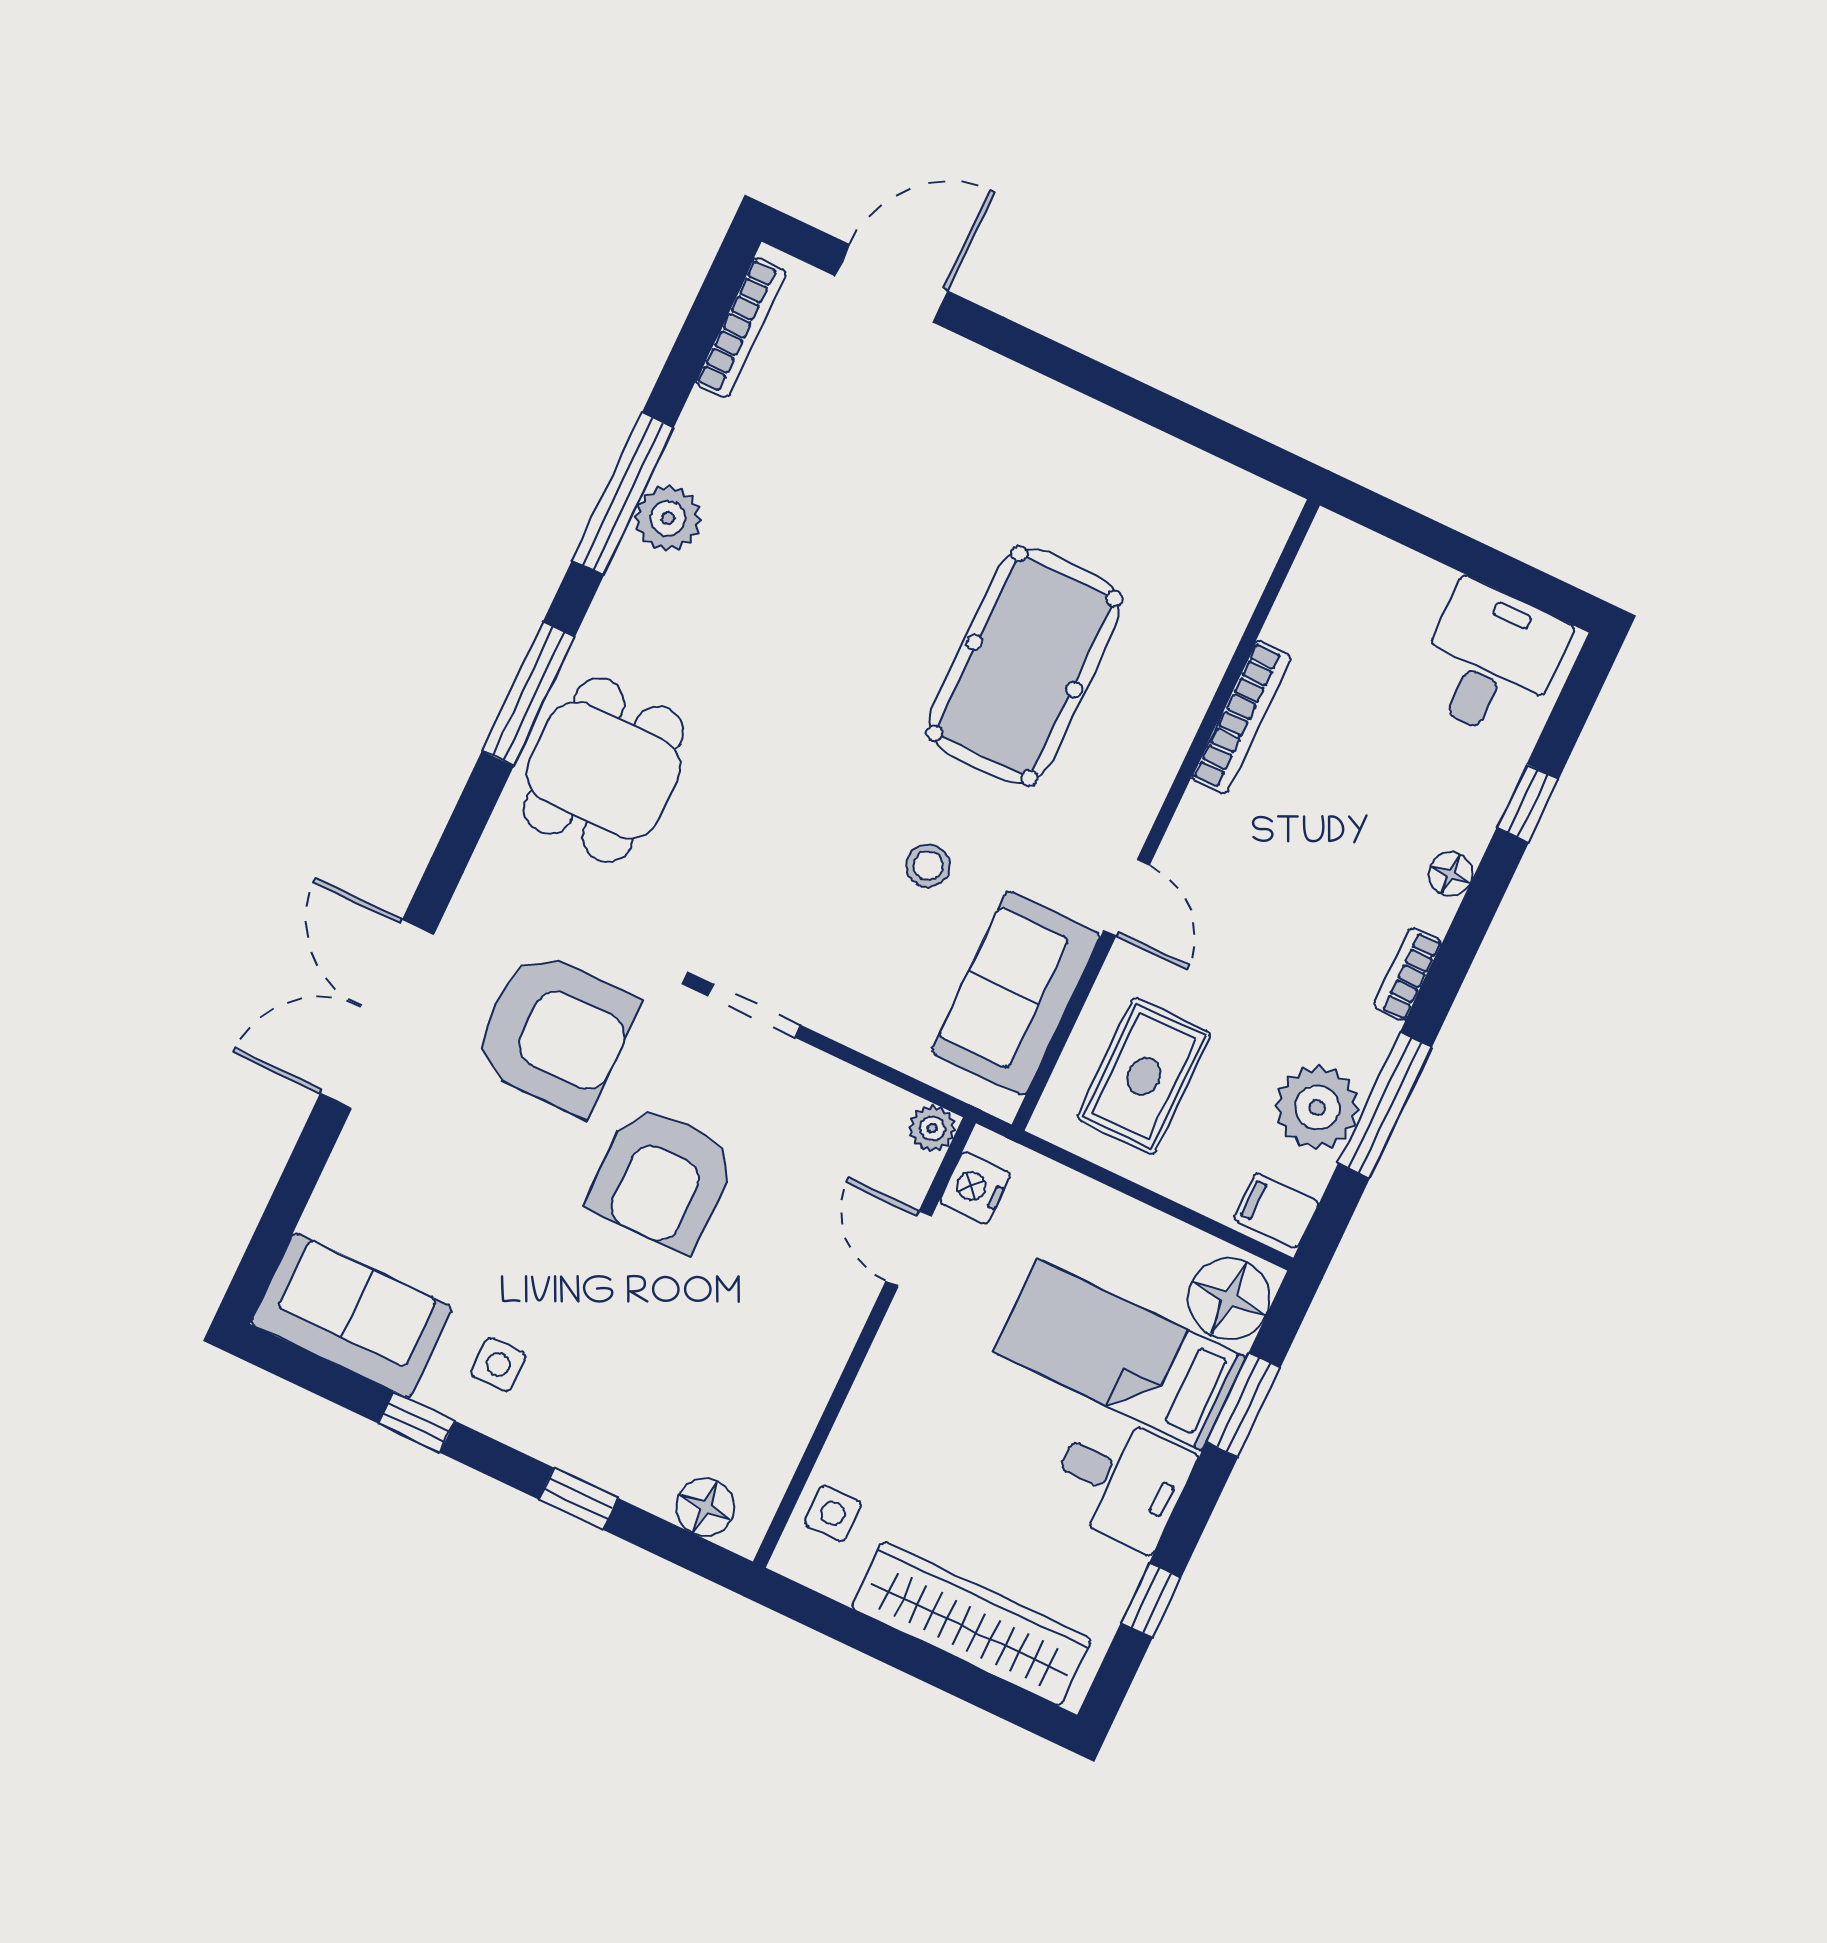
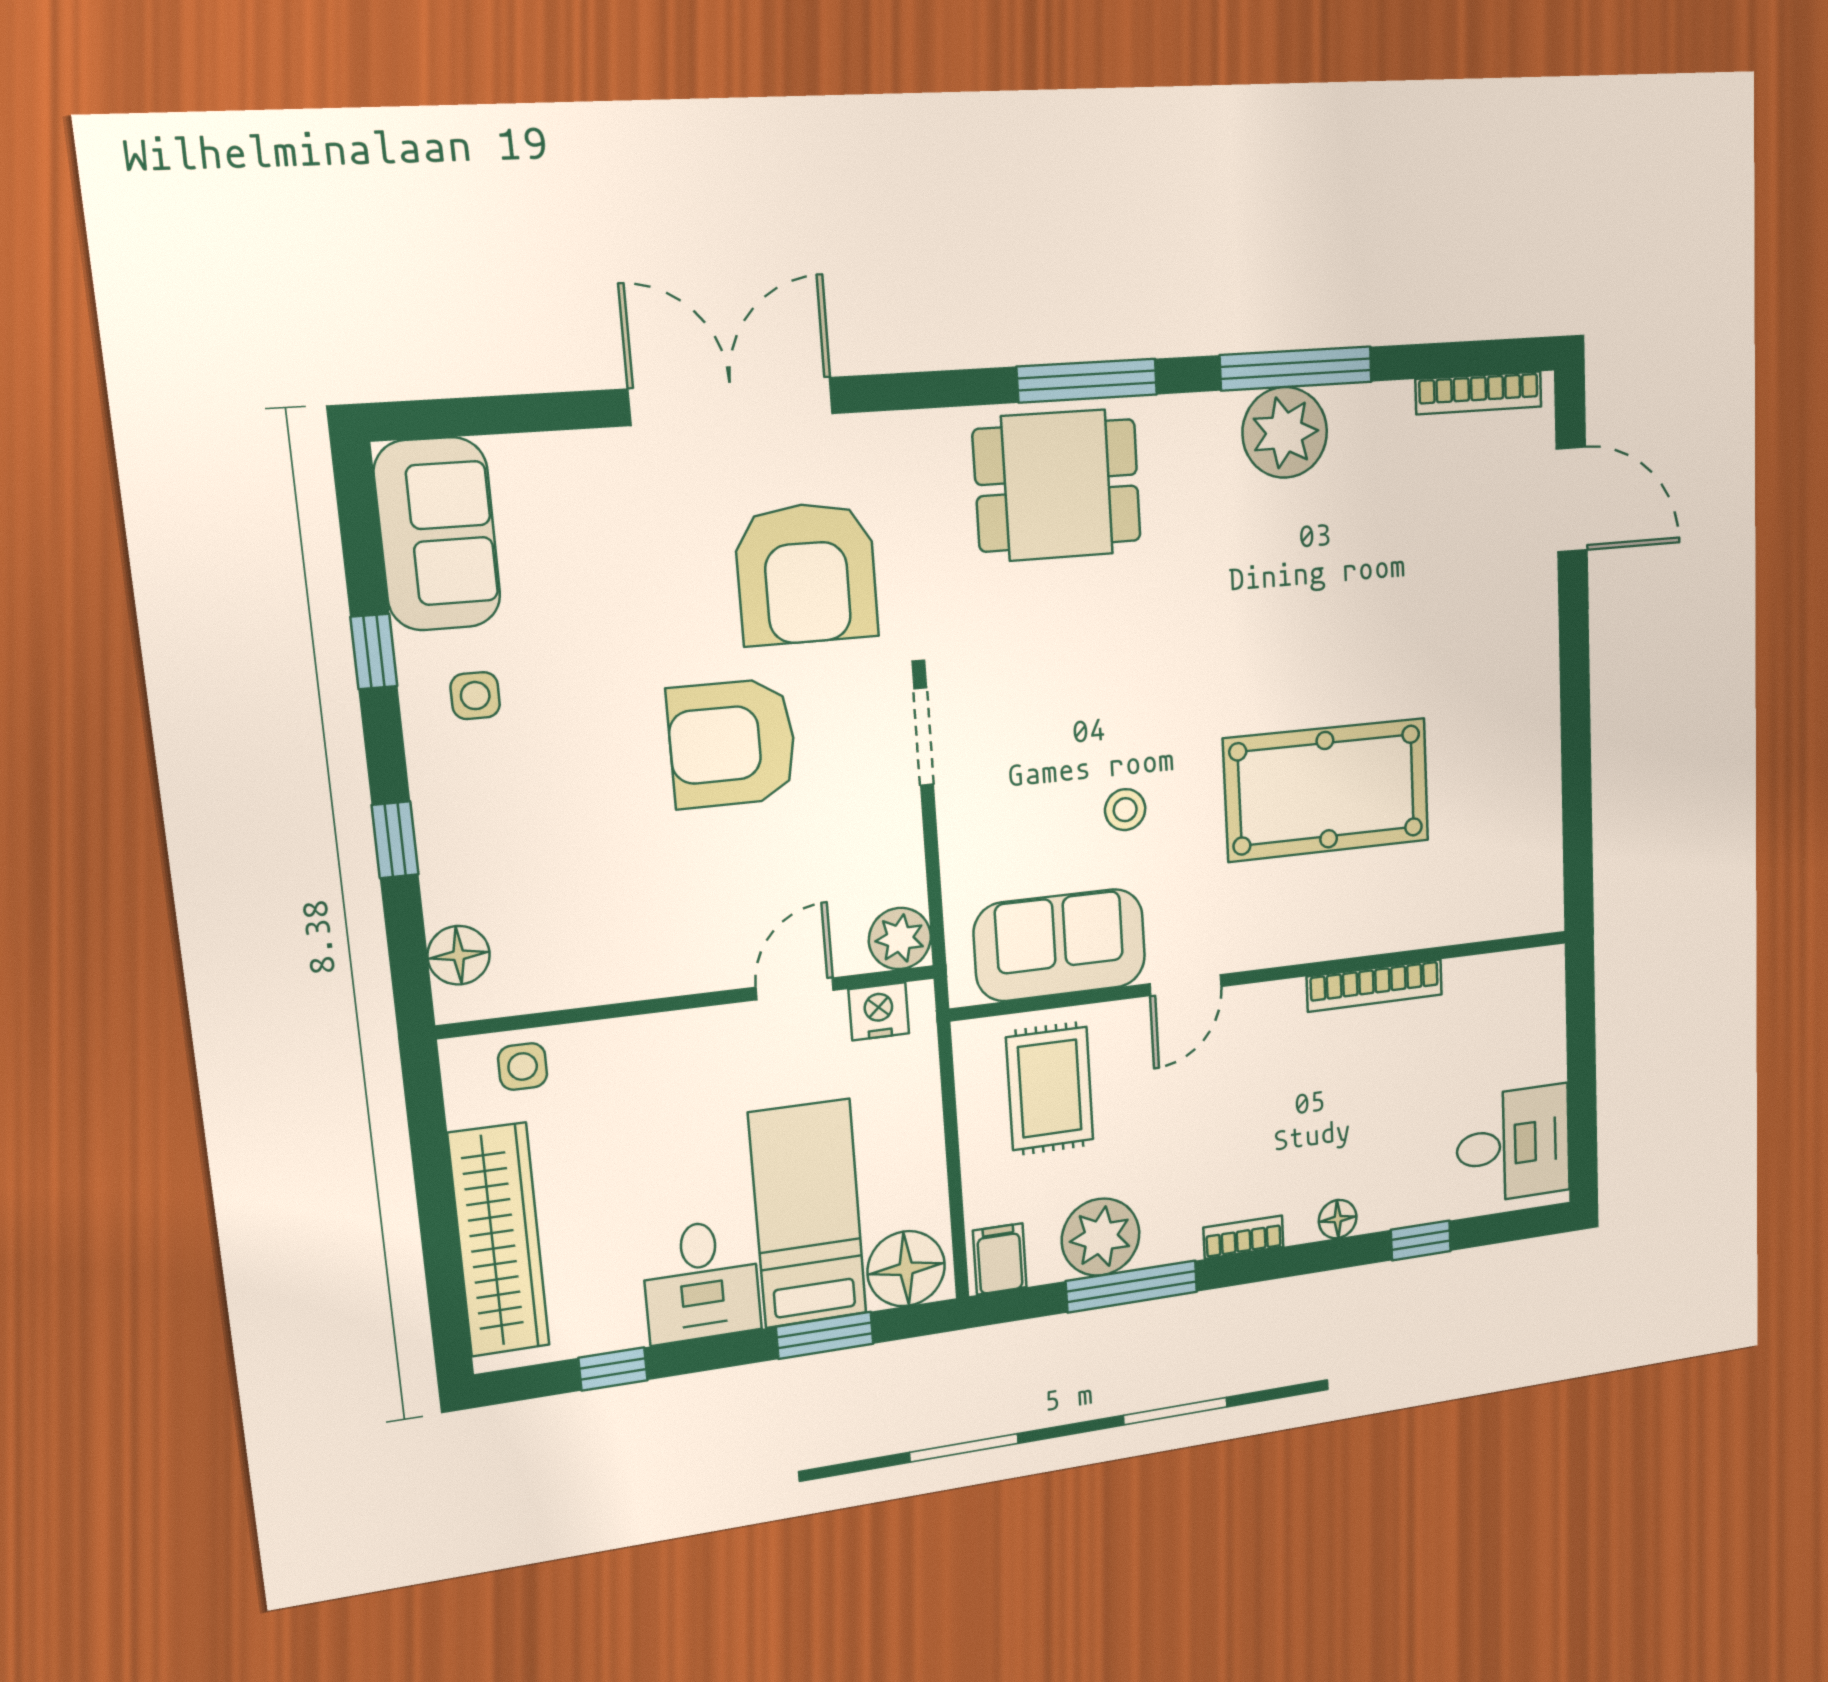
plant: (668, 518) -> (1285, 432), width x1.36, depth x1.36
rug: (1144, 1076) -> (1050, 1089), turned 90
plant: (932, 1128) -> (900, 939), width x1.38, depth x1.38

